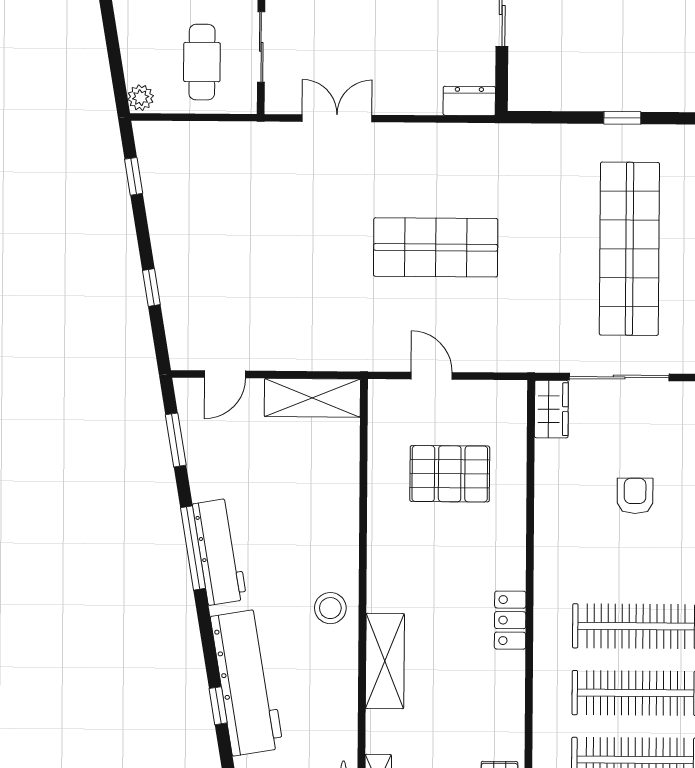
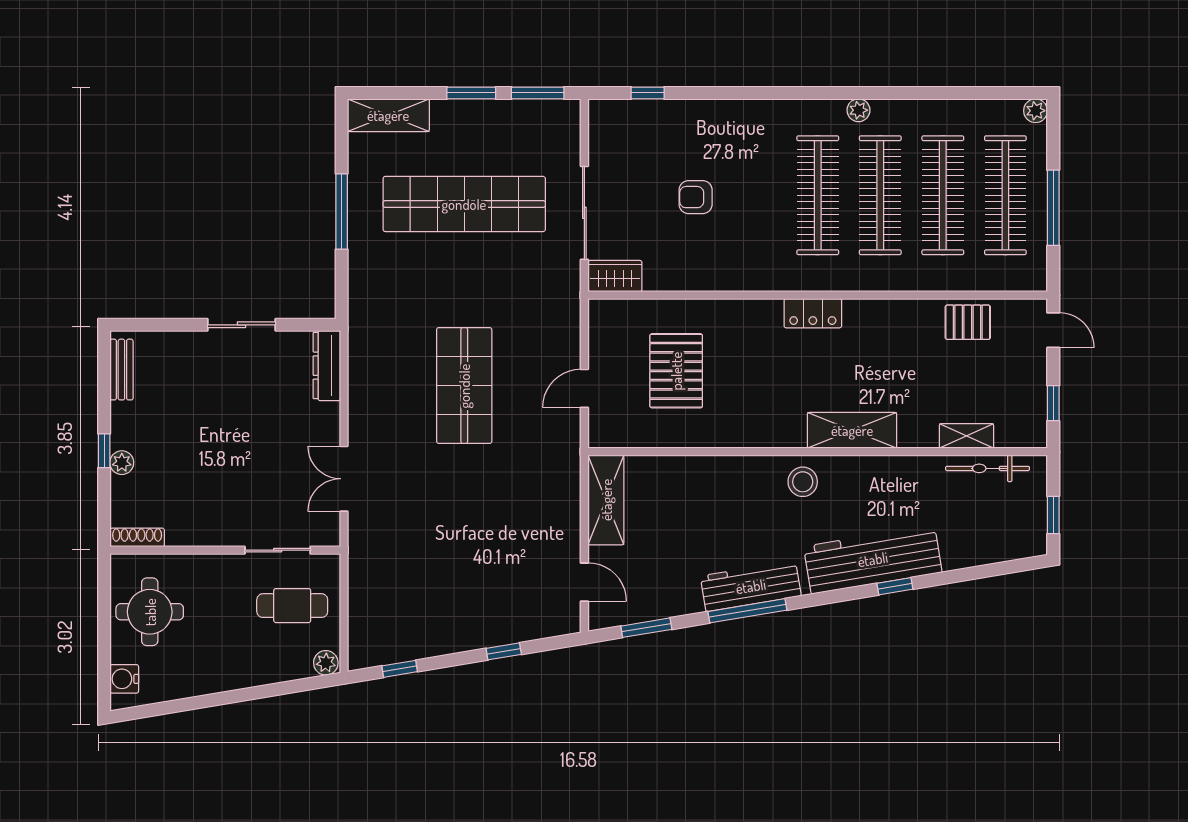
dresser: (469, 101) -> (327, 366), width x1.44
window: (622, 118) -> (342, 211), width x2.17

